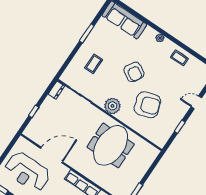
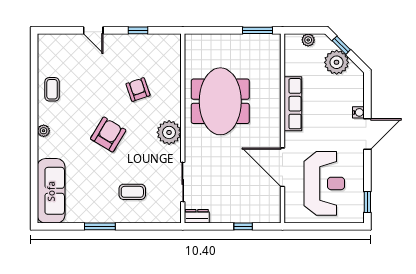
armchair: (147, 105) -> (138, 90), width x0.53, depth x0.53
meeting table: (111, 145) -> (220, 101), turned 90

